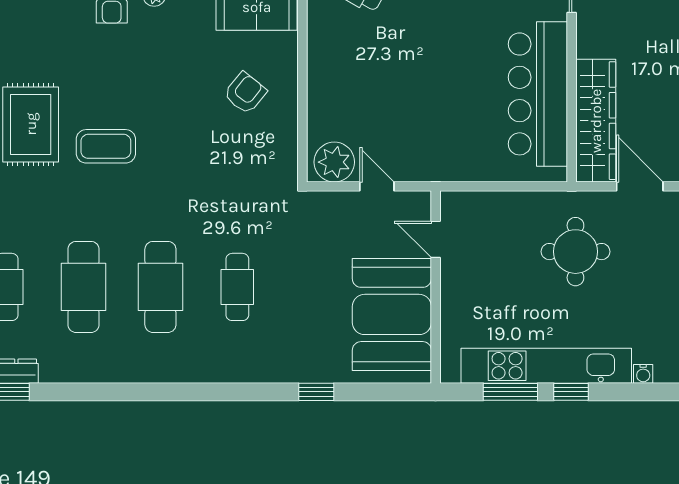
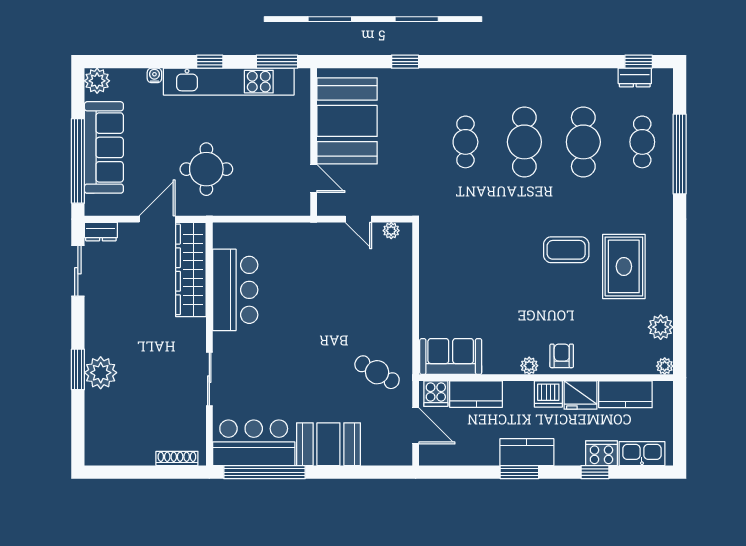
armchair: (245, 93) -> (459, 291), removed
bar counter: (538, 94) -> (235, 290), width x0.73
plant: (334, 162) -> (391, 231), width x0.53, depth x0.53
door: (640, 186) -> (157, 219), swing flipped
window: (510, 392) -> (277, 62), moved

